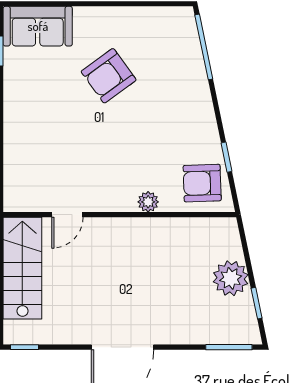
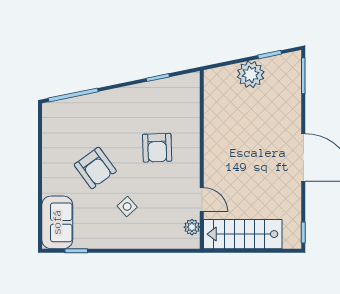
side table: (58, 117) -> (127, 206), added
armchair: (202, 183) -> (157, 148), moved
plant: (148, 202) -> (192, 227), moved

